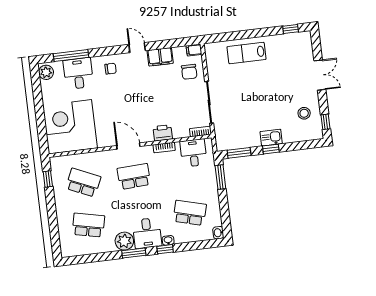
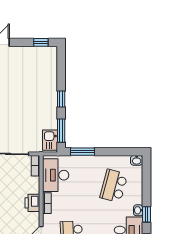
stool: (304, 113) -> (30, 62), removed
kitchen sink: (271, 138) -> (50, 140), moved
desk: (193, 153) -> (56, 175), width x1.37

